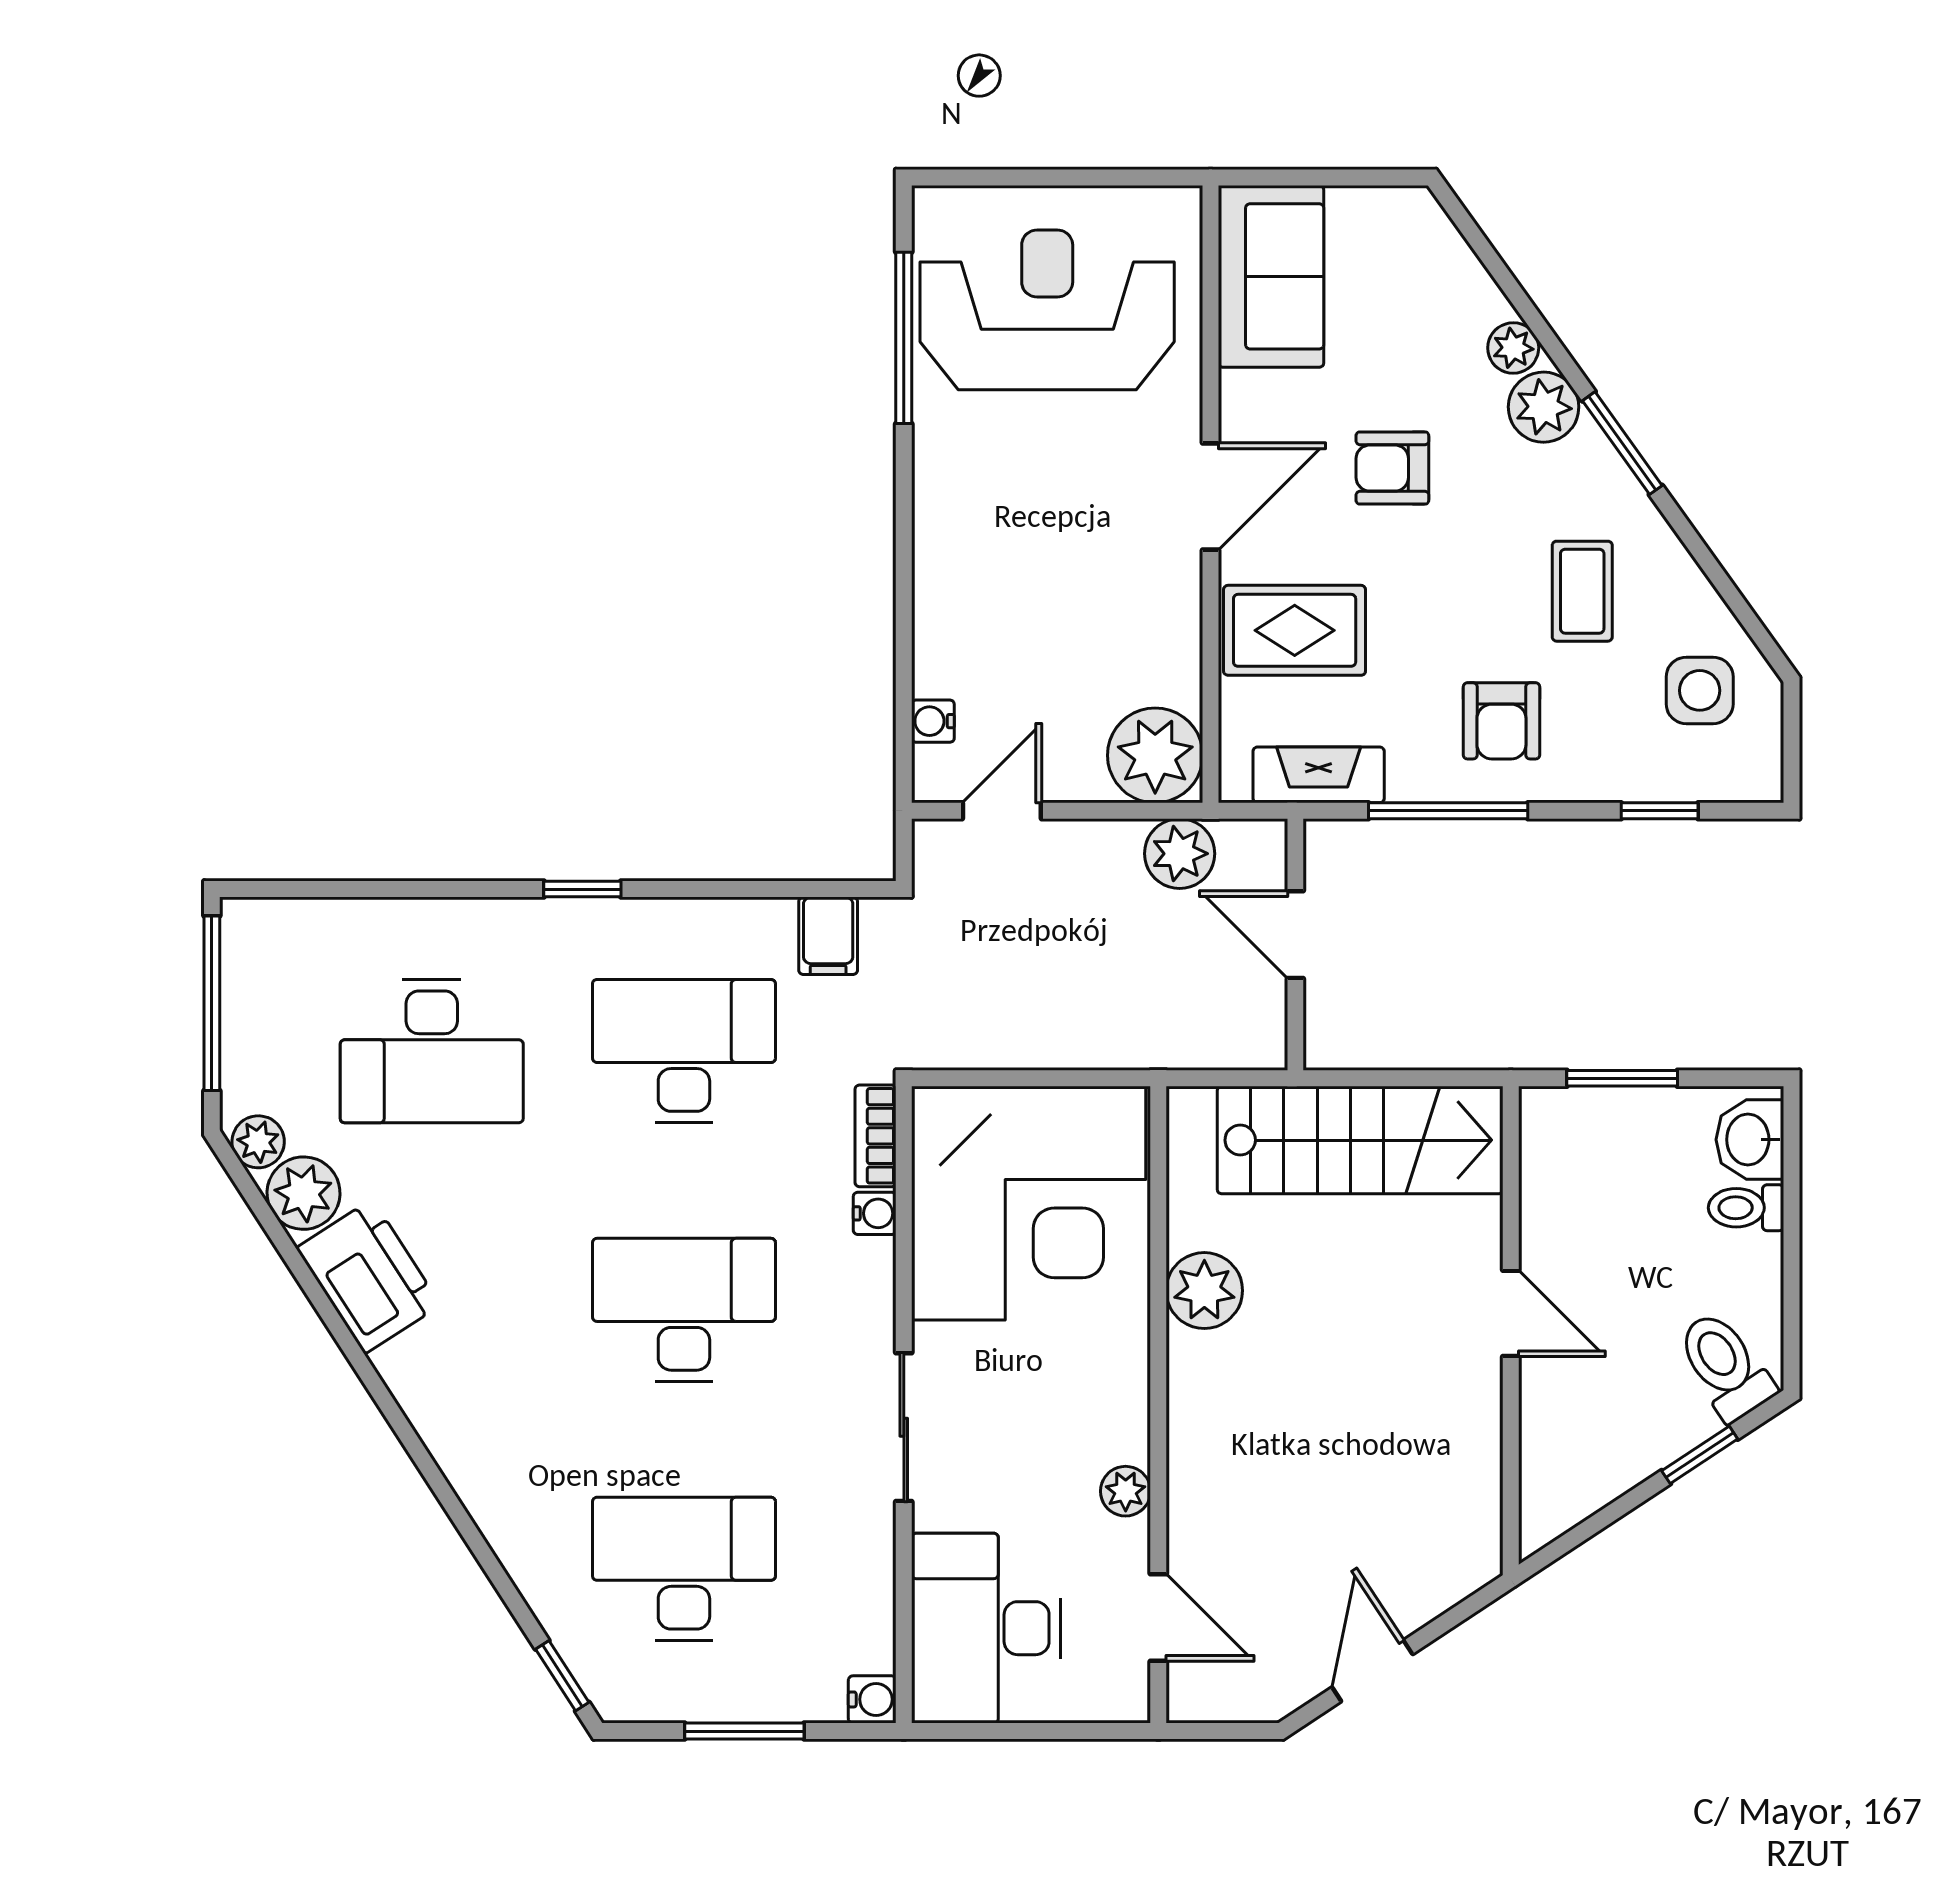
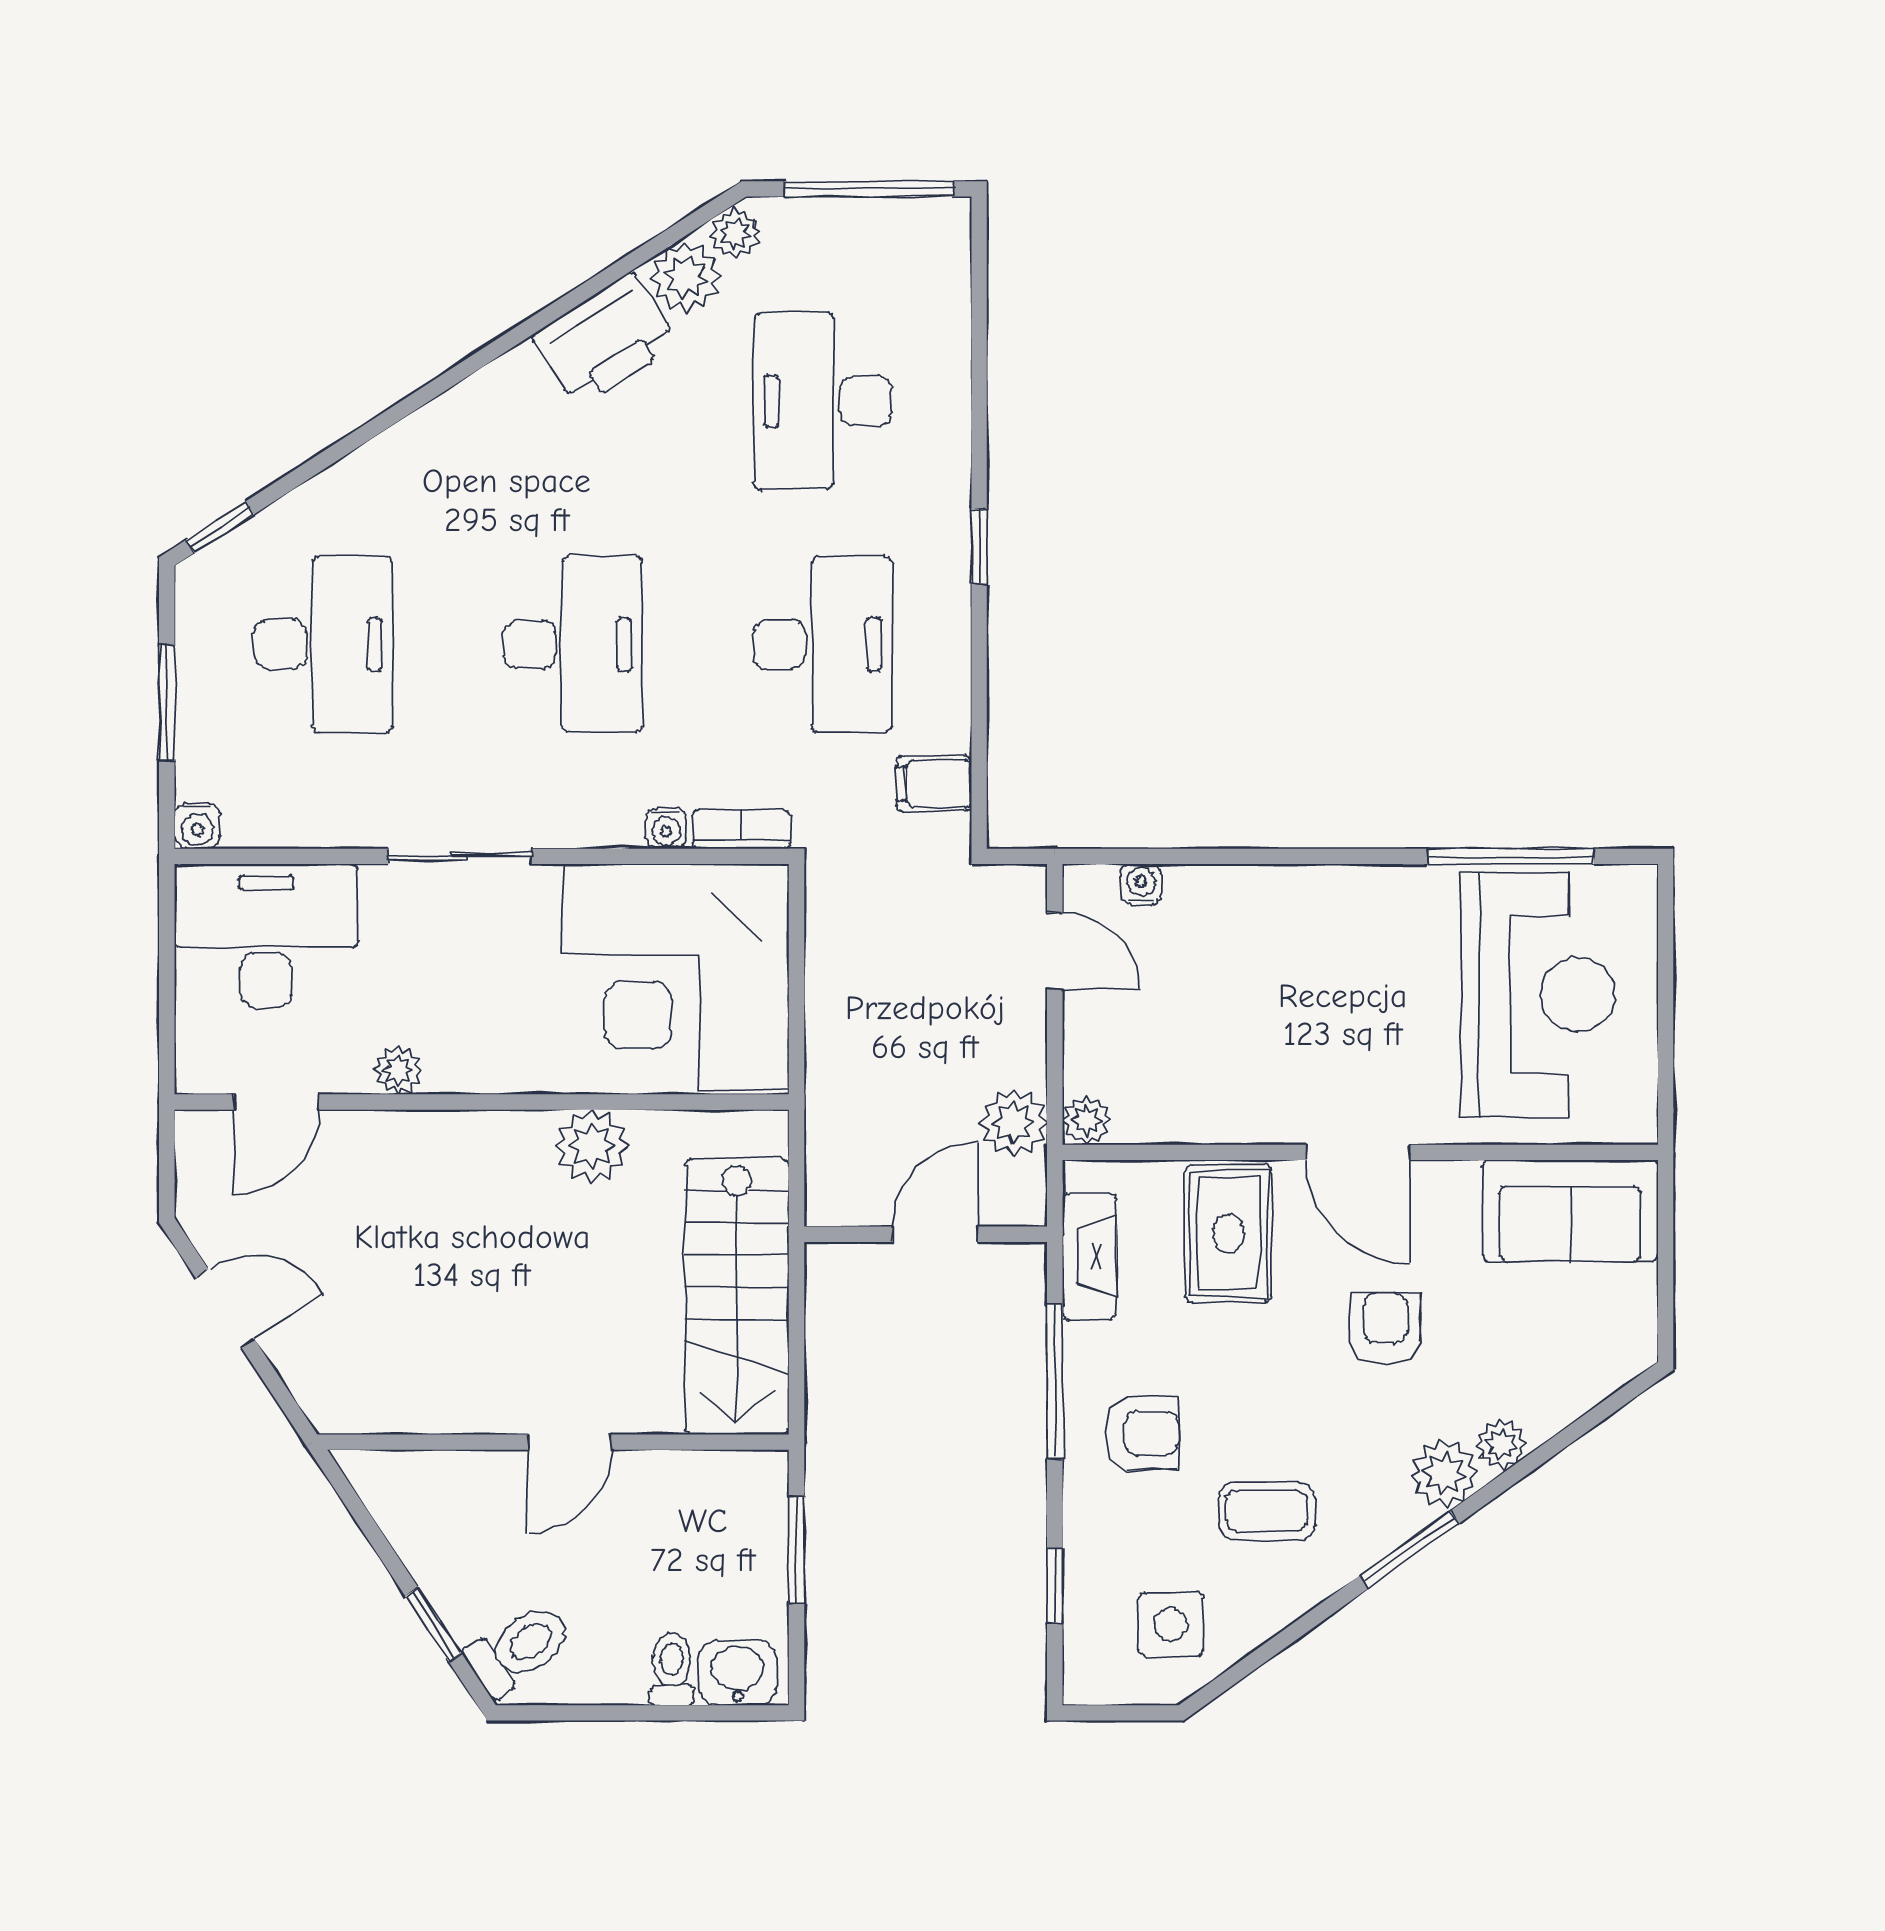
armchair: (1501, 721) -> (1141, 1433), turned 180
plant: (1155, 755) -> (1087, 1120), width x0.53, depth x0.53

